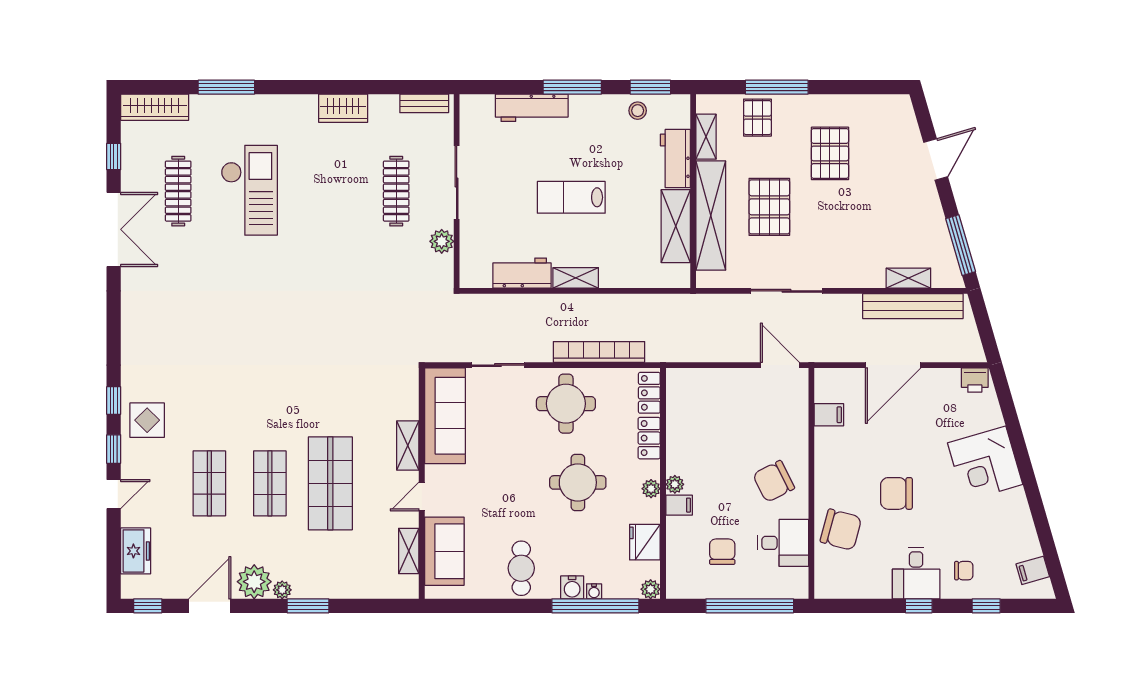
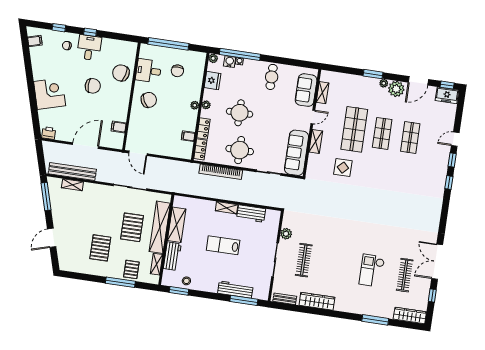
window: (572, 87) -> (244, 300), moved
wardrobe: (343, 108) -> (317, 301), width x1.50
checkout: (249, 190) -> (372, 271), width x0.73, depth x0.83
lab bench: (571, 197) -> (223, 245), turned 180
display table: (147, 420) -> (343, 168), moved
filing cabinet: (679, 505) -> (188, 136), moved
freezer: (136, 551) -> (447, 95), moved, turned -90
water cooler: (572, 587) -> (230, 62), moved

